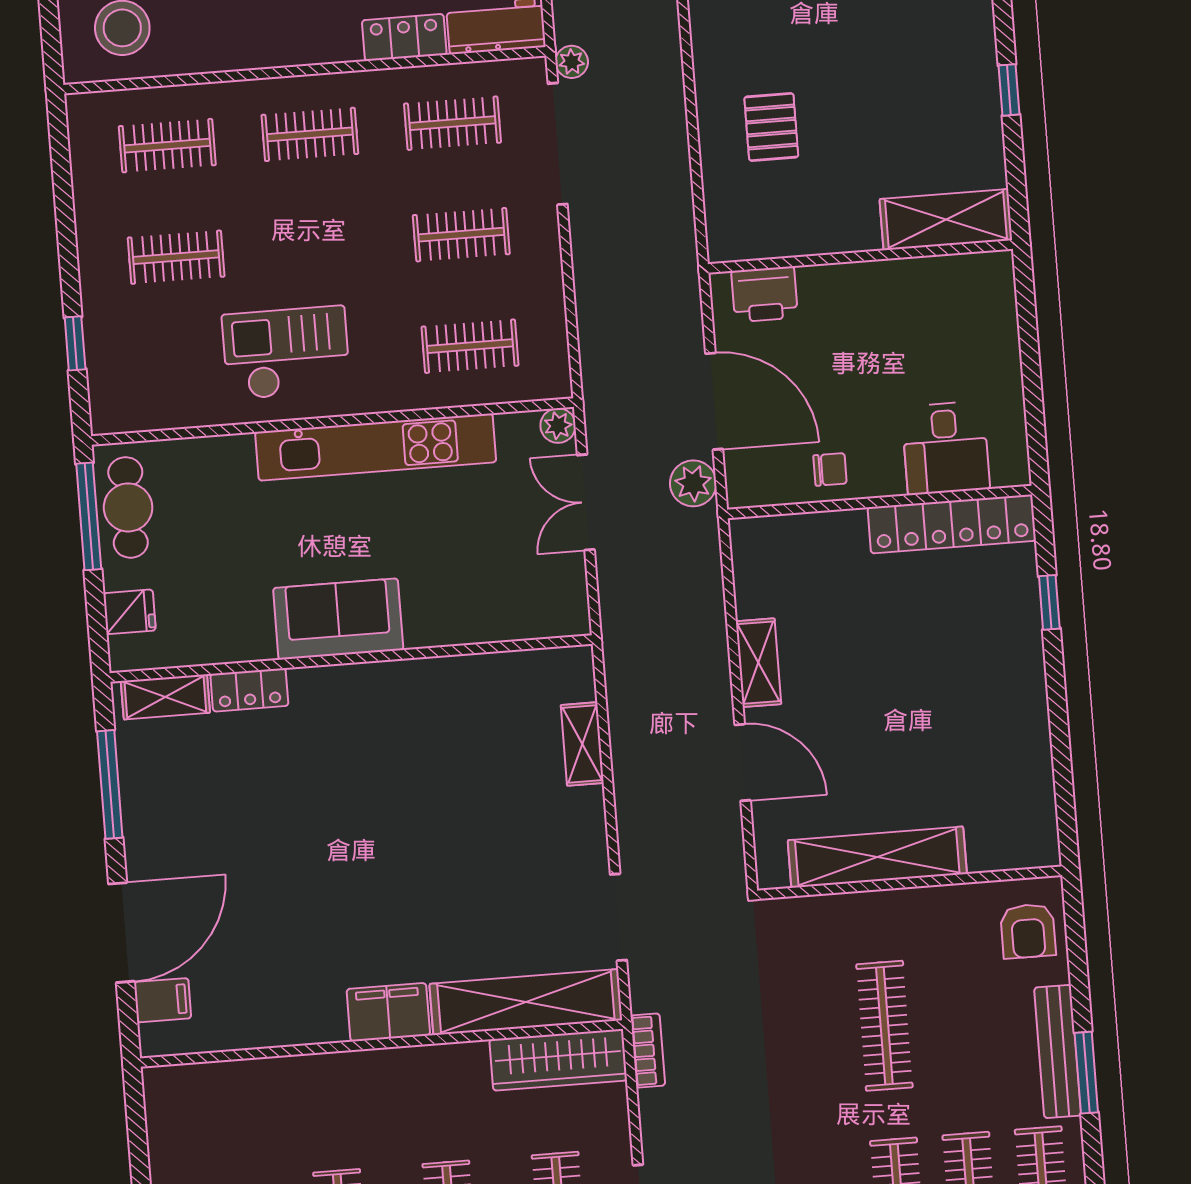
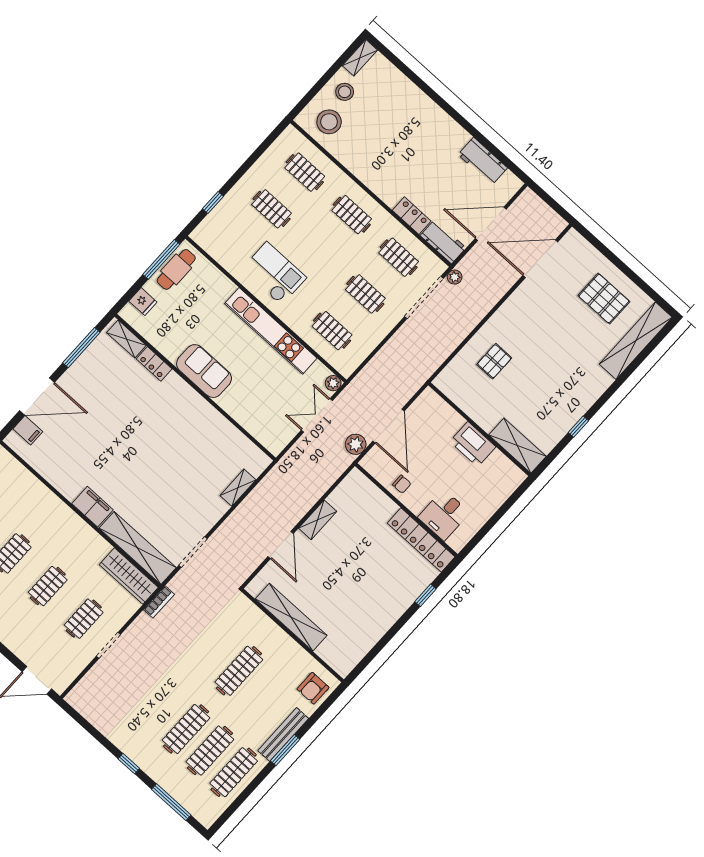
printer: (765, 294) -> (473, 444), moved, width x1.37, depth x1.19

